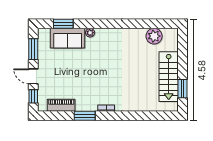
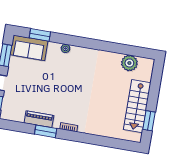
sofa: (68, 38) -> (29, 48), moved
piano: (61, 105) -> (39, 119), moved

